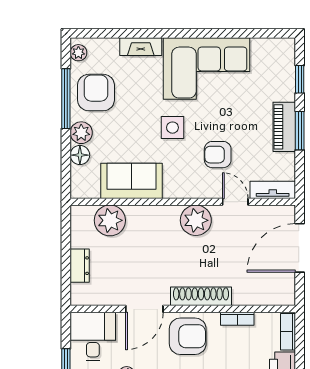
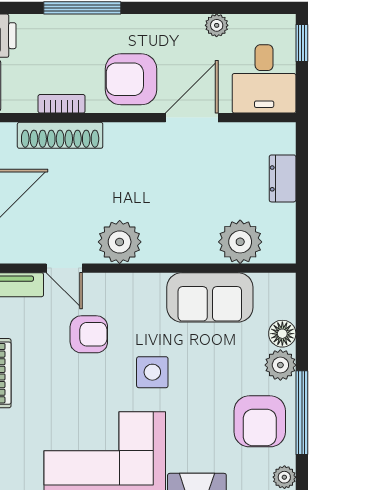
shoe rack: (201, 296) -> (60, 135), moved

